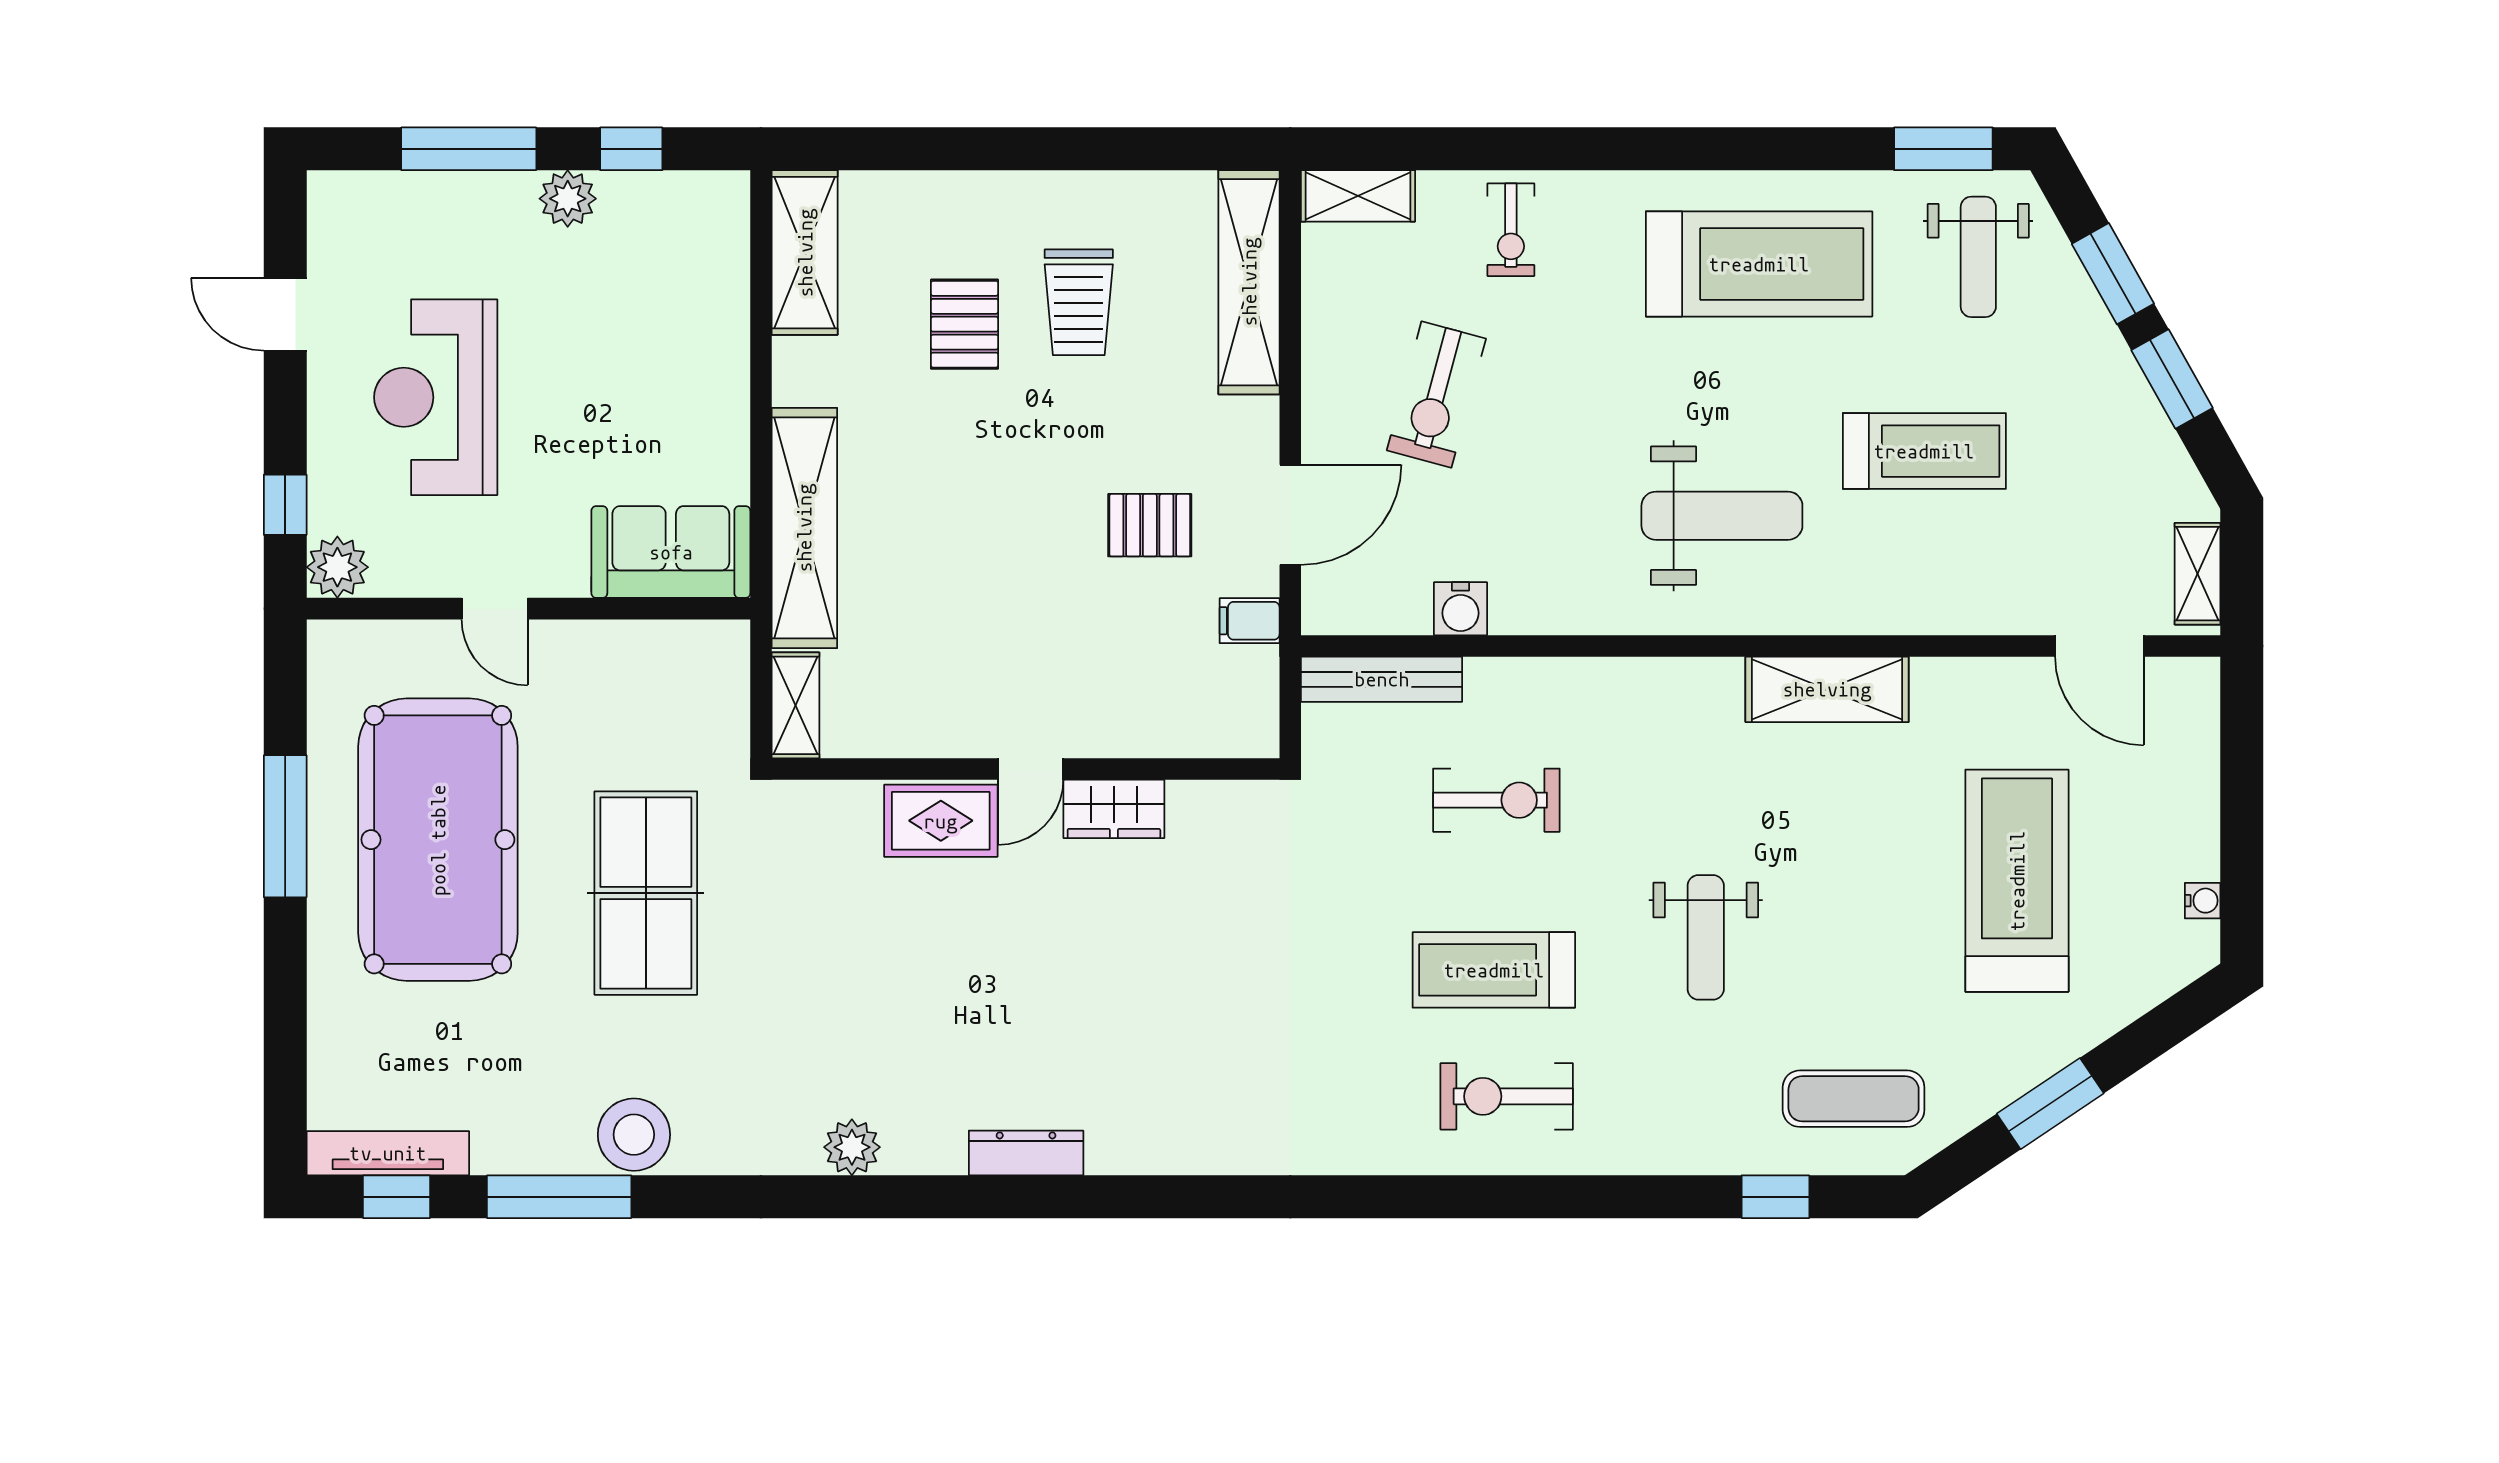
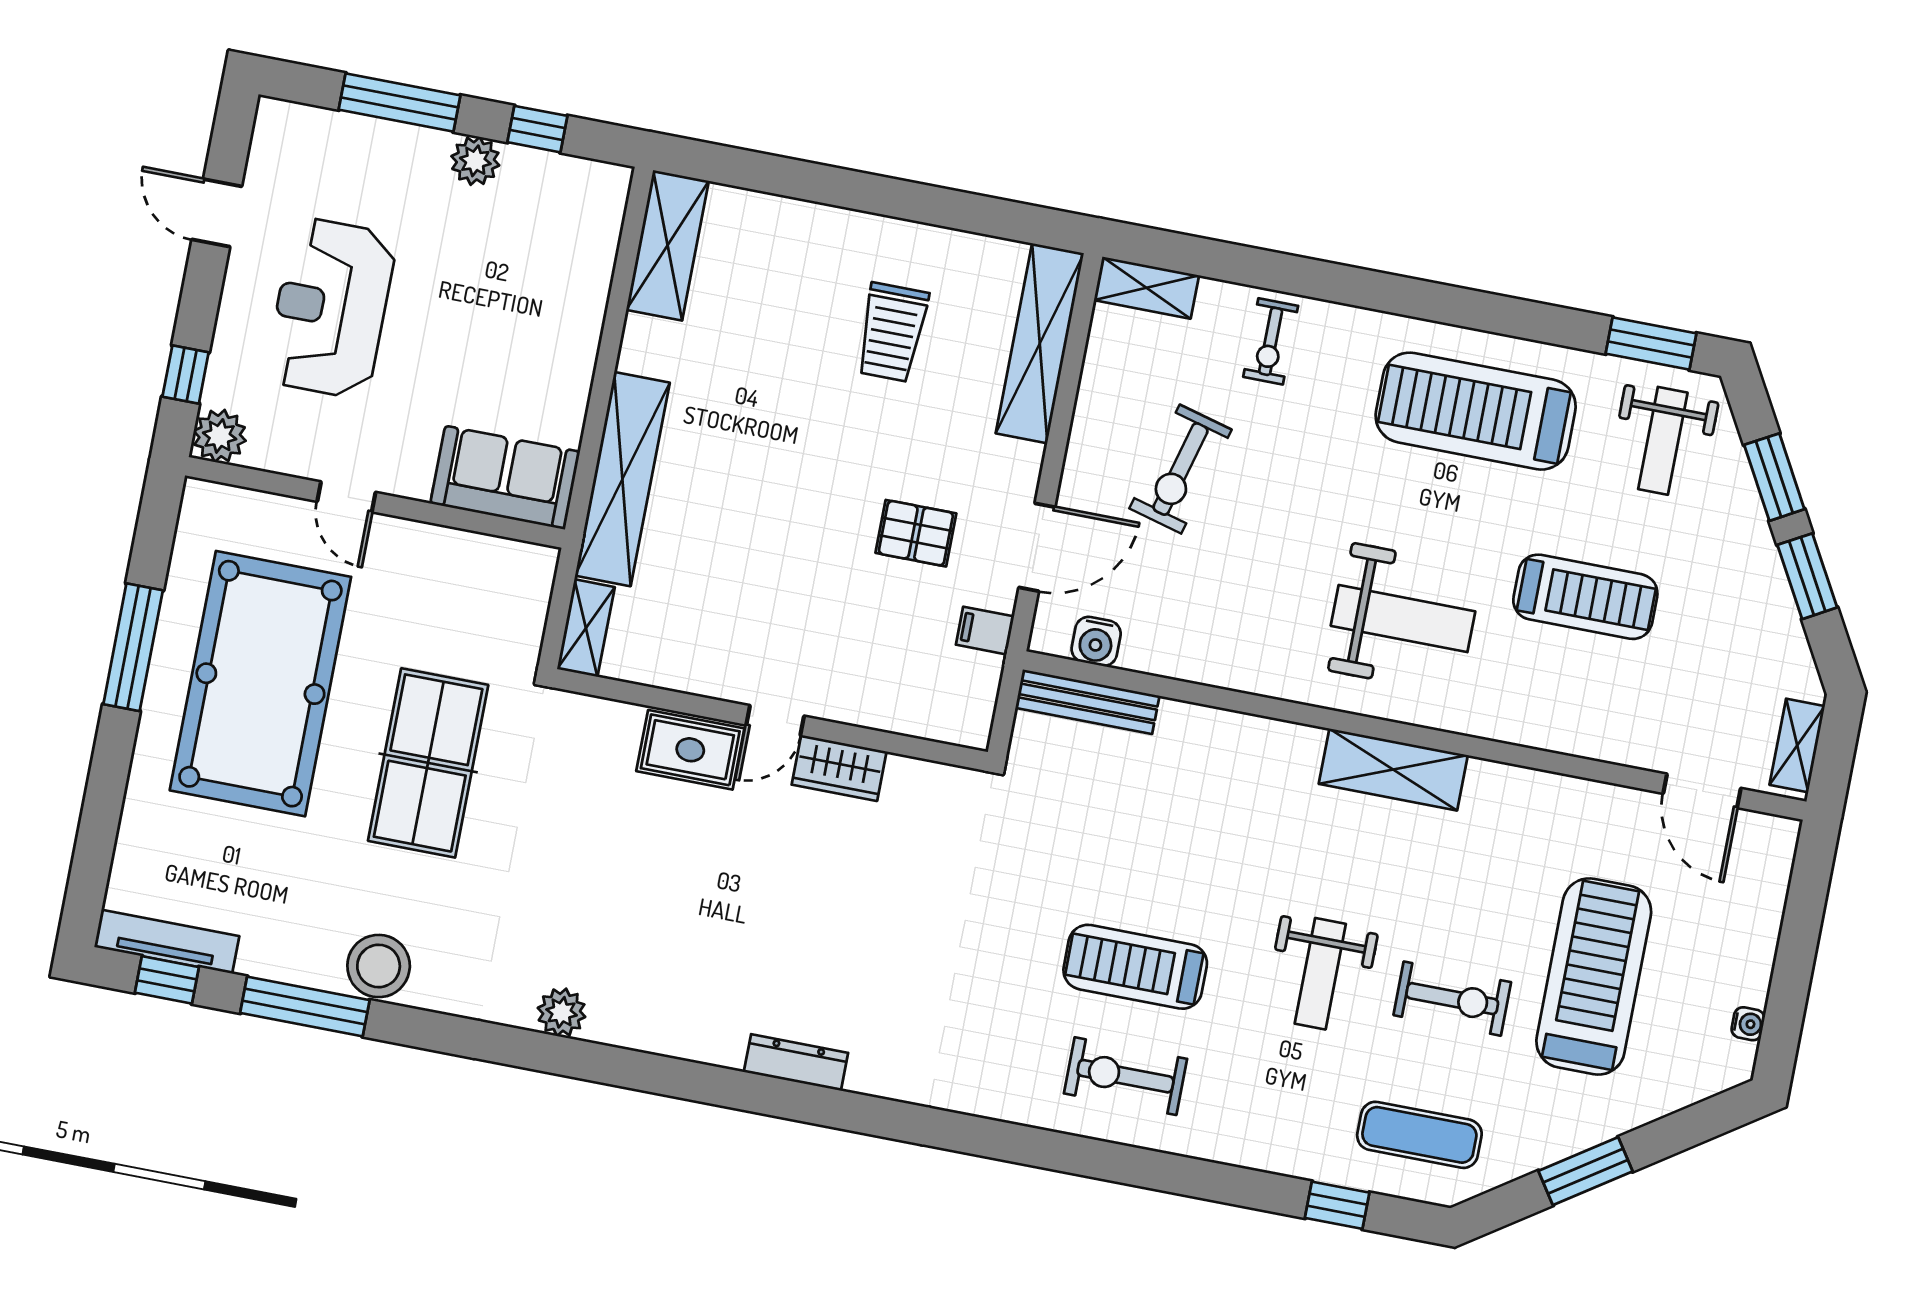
treadmill: (1759, 264) -> (1476, 411), turned 180
pallet: (965, 324) -> (792, 332), removed
water cooler: (1461, 609) -> (1096, 641), moved
shelving: (1827, 689) -> (1393, 770), moved
exercise bike: (1496, 800) -> (1452, 999), moved
dresser: (1026, 1153) -> (796, 1062), moved

